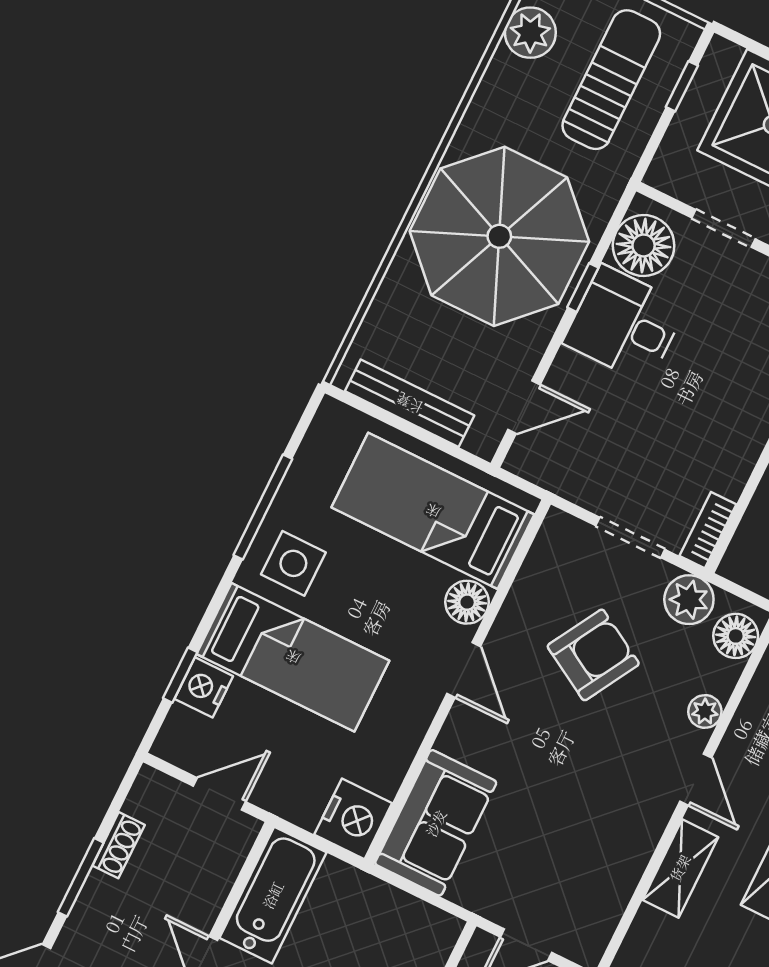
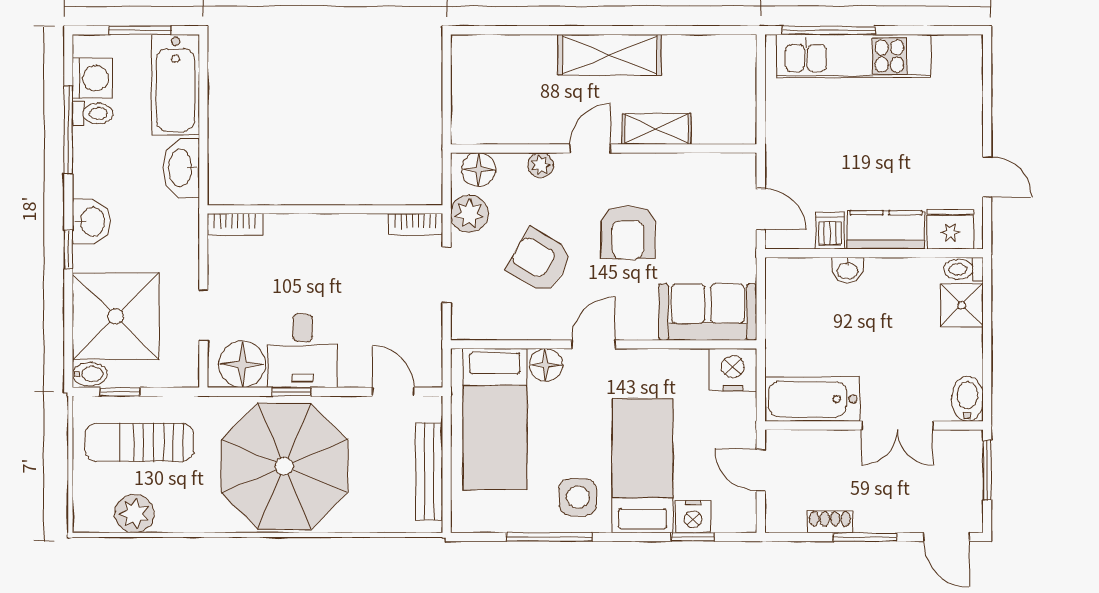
bidet: (720, 61) -> (90, 374), added
armchair: (576, 775) -> (628, 232), added

